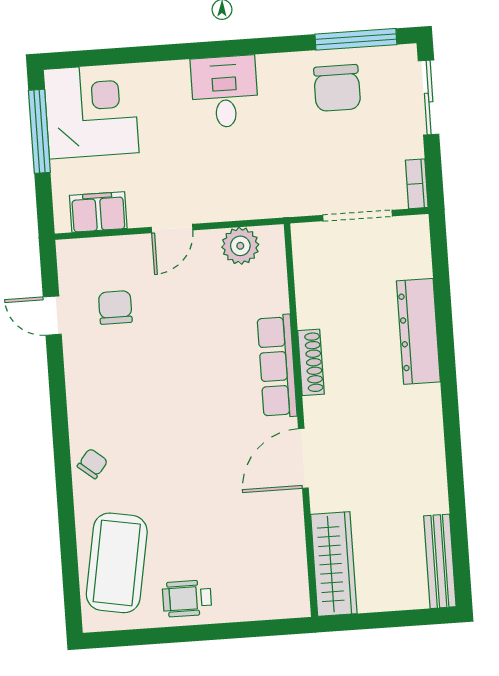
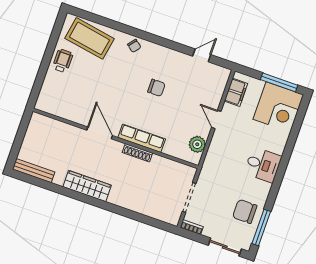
chair: (115, 307) -> (156, 88), moved
dresser: (418, 331) -> (131, 202), removed
wardrobe: (334, 564) -> (87, 186), moved, turned 180

